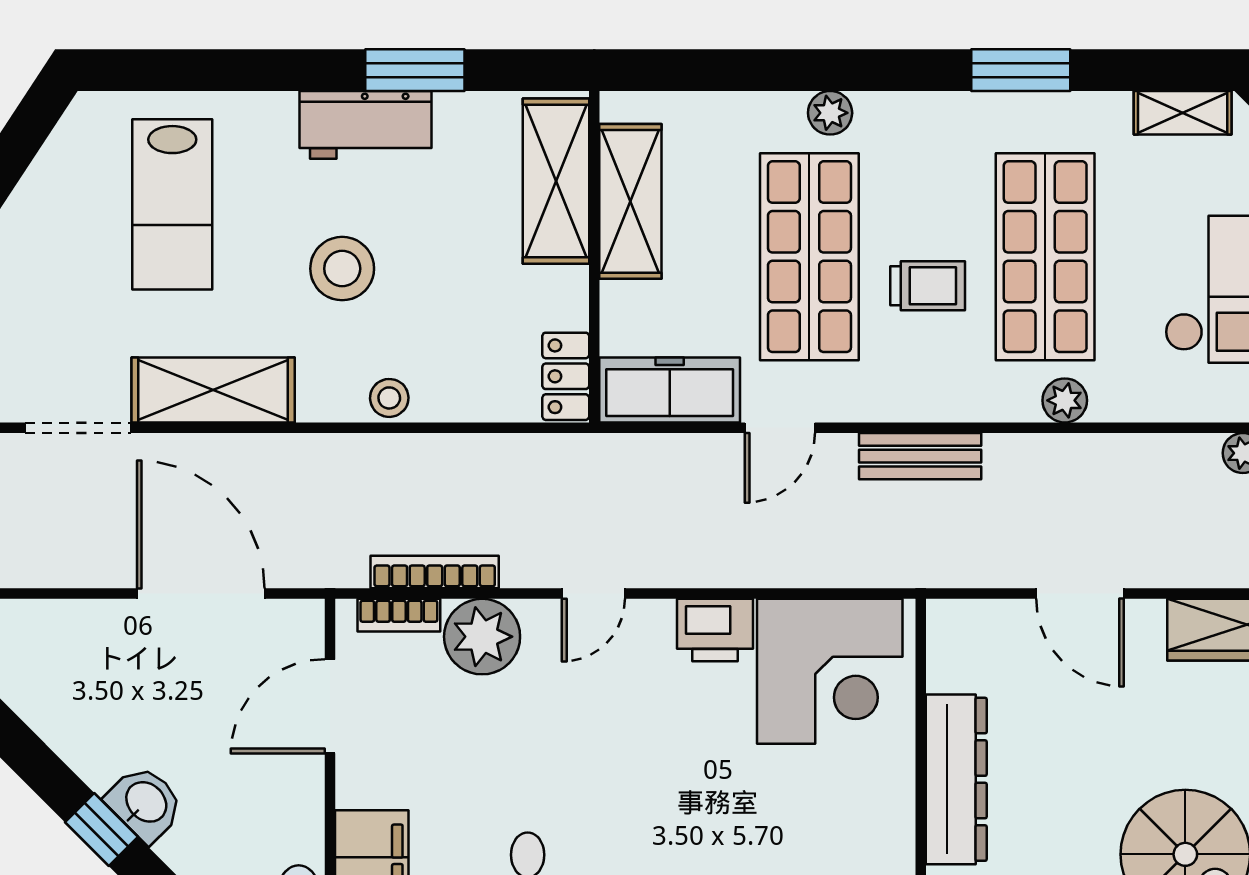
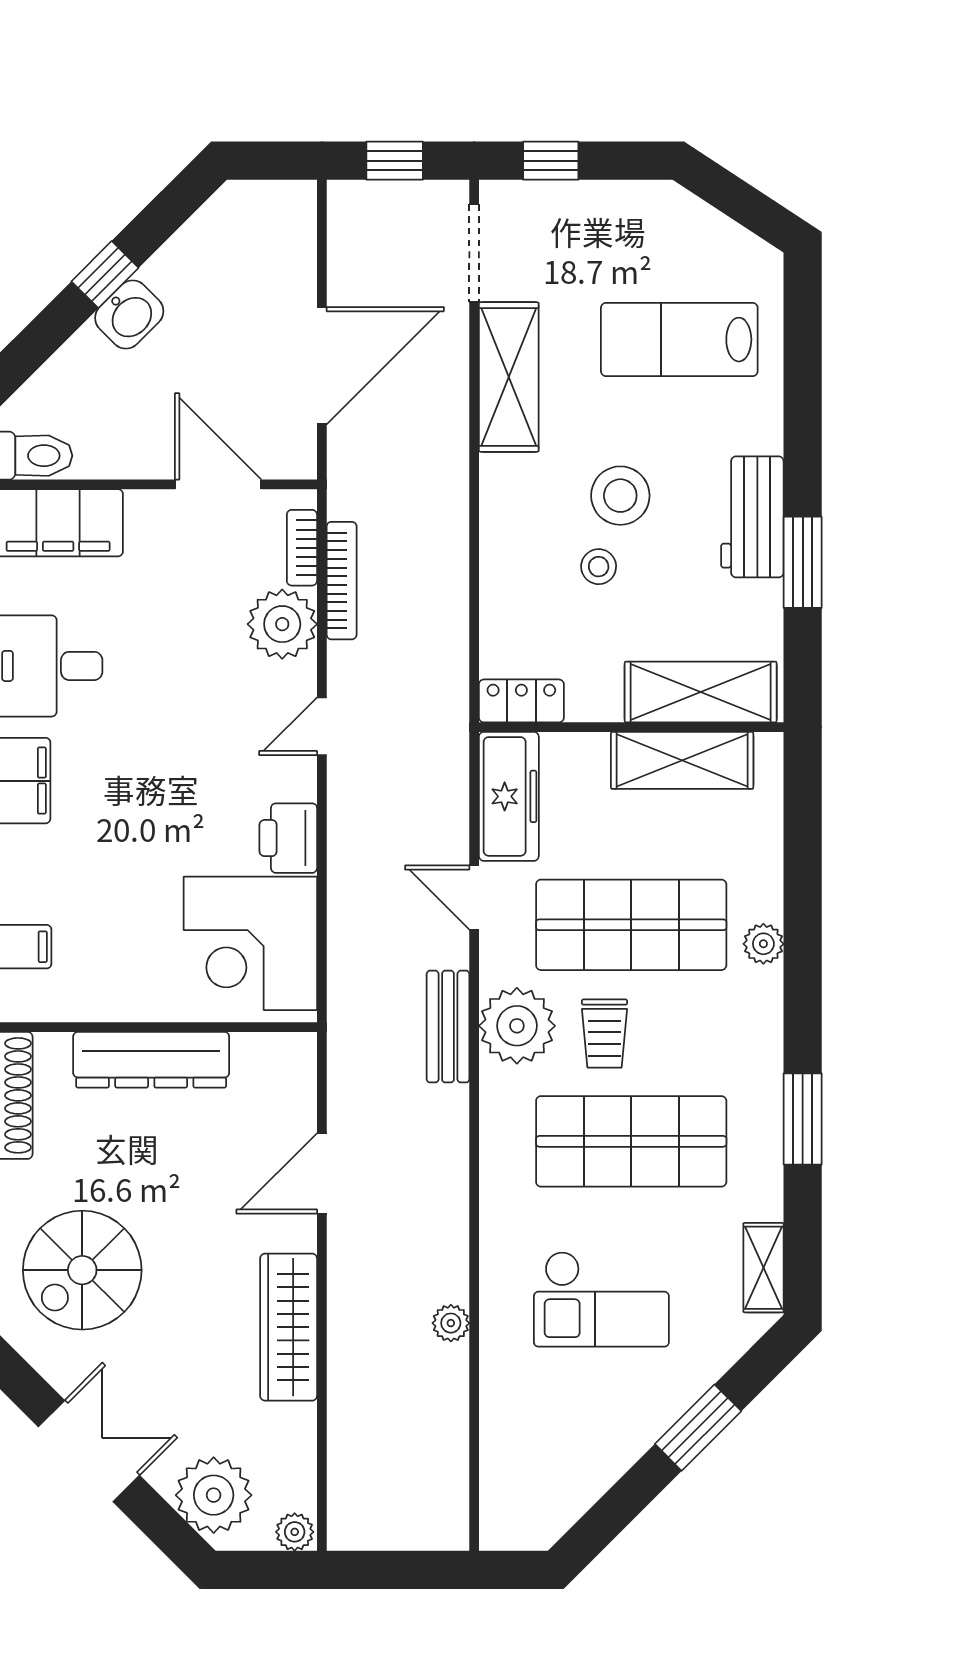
stool: (389, 398) -> (599, 567), moved
plant: (1065, 400) -> (517, 1026), moved, width x1.87, depth x1.87
door: (593, 594) -> (322, 726), hinge flipped

